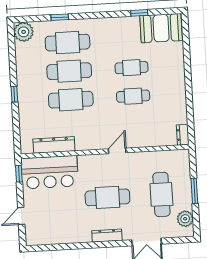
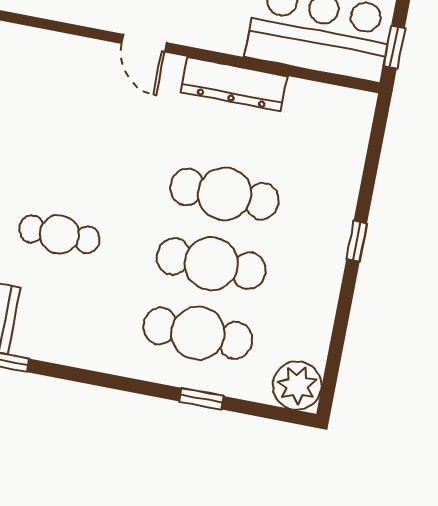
cafe table: (133, 96) -> (73, 165), removed
dresser: (54, 145) -> (234, 84), moved
door: (117, 151) -> (144, 43), hinge flipped

